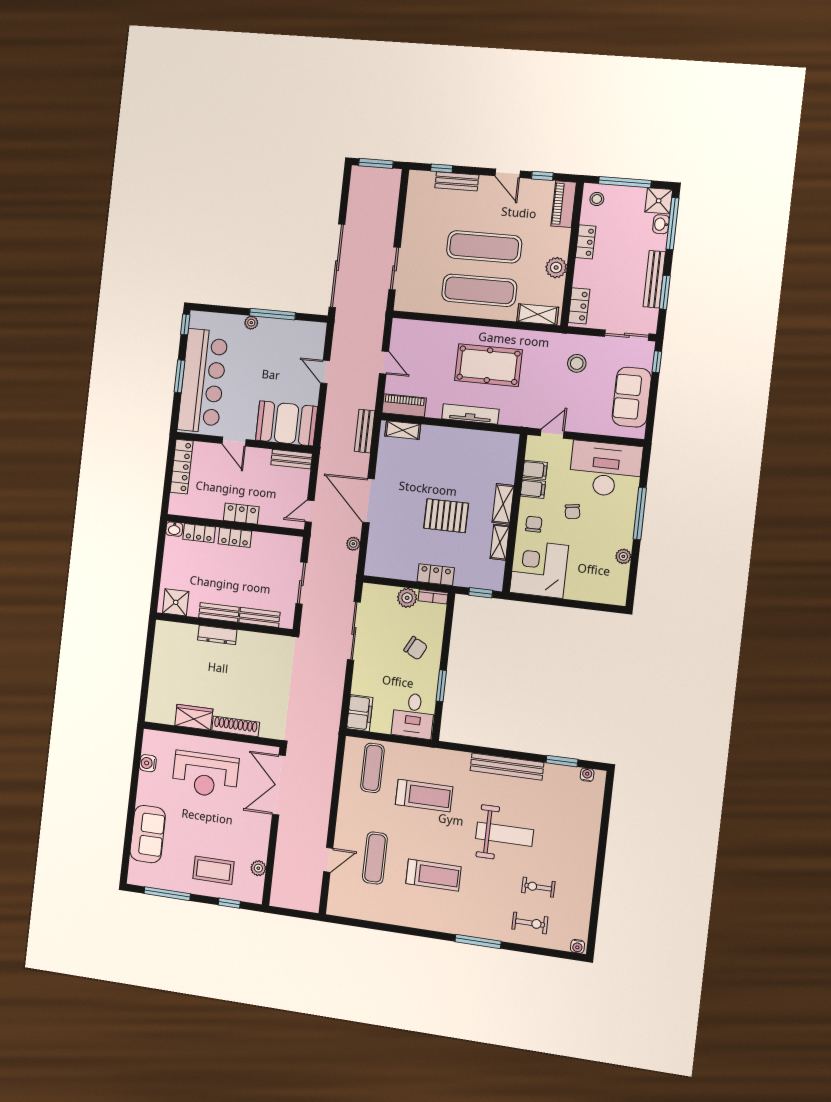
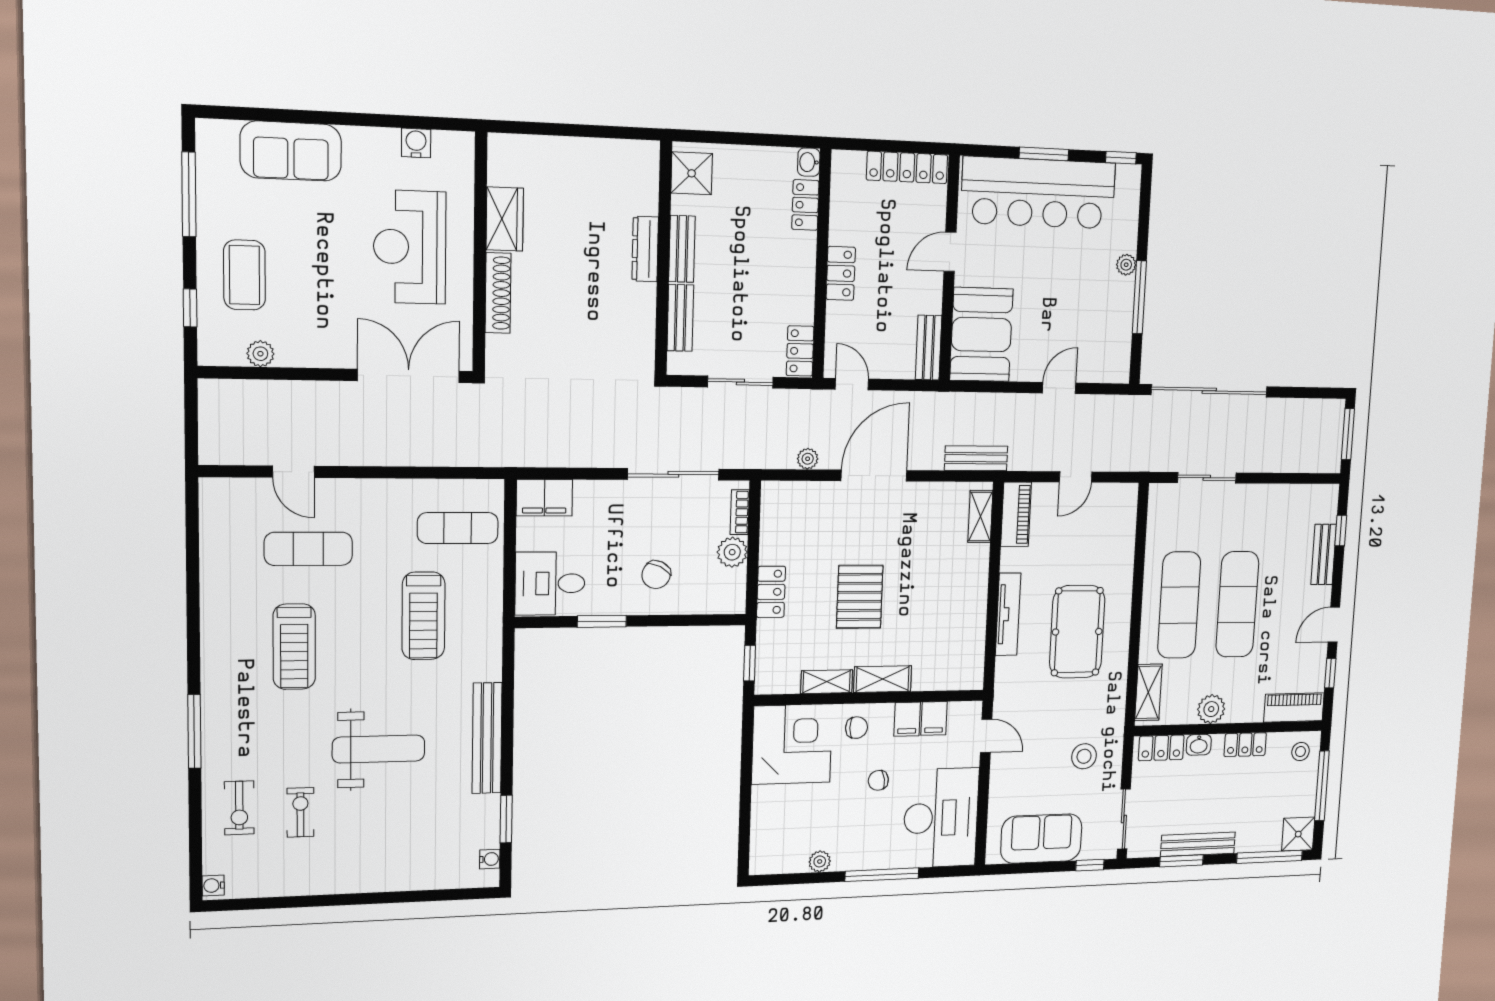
washbasin: (661, 224) -> (1199, 745), moved, turned 180
locker: (235, 537) -> (800, 351), moved
bookcase: (433, 597) -> (740, 512), moved
weight bench: (505, 834) -> (379, 749), turned -90

